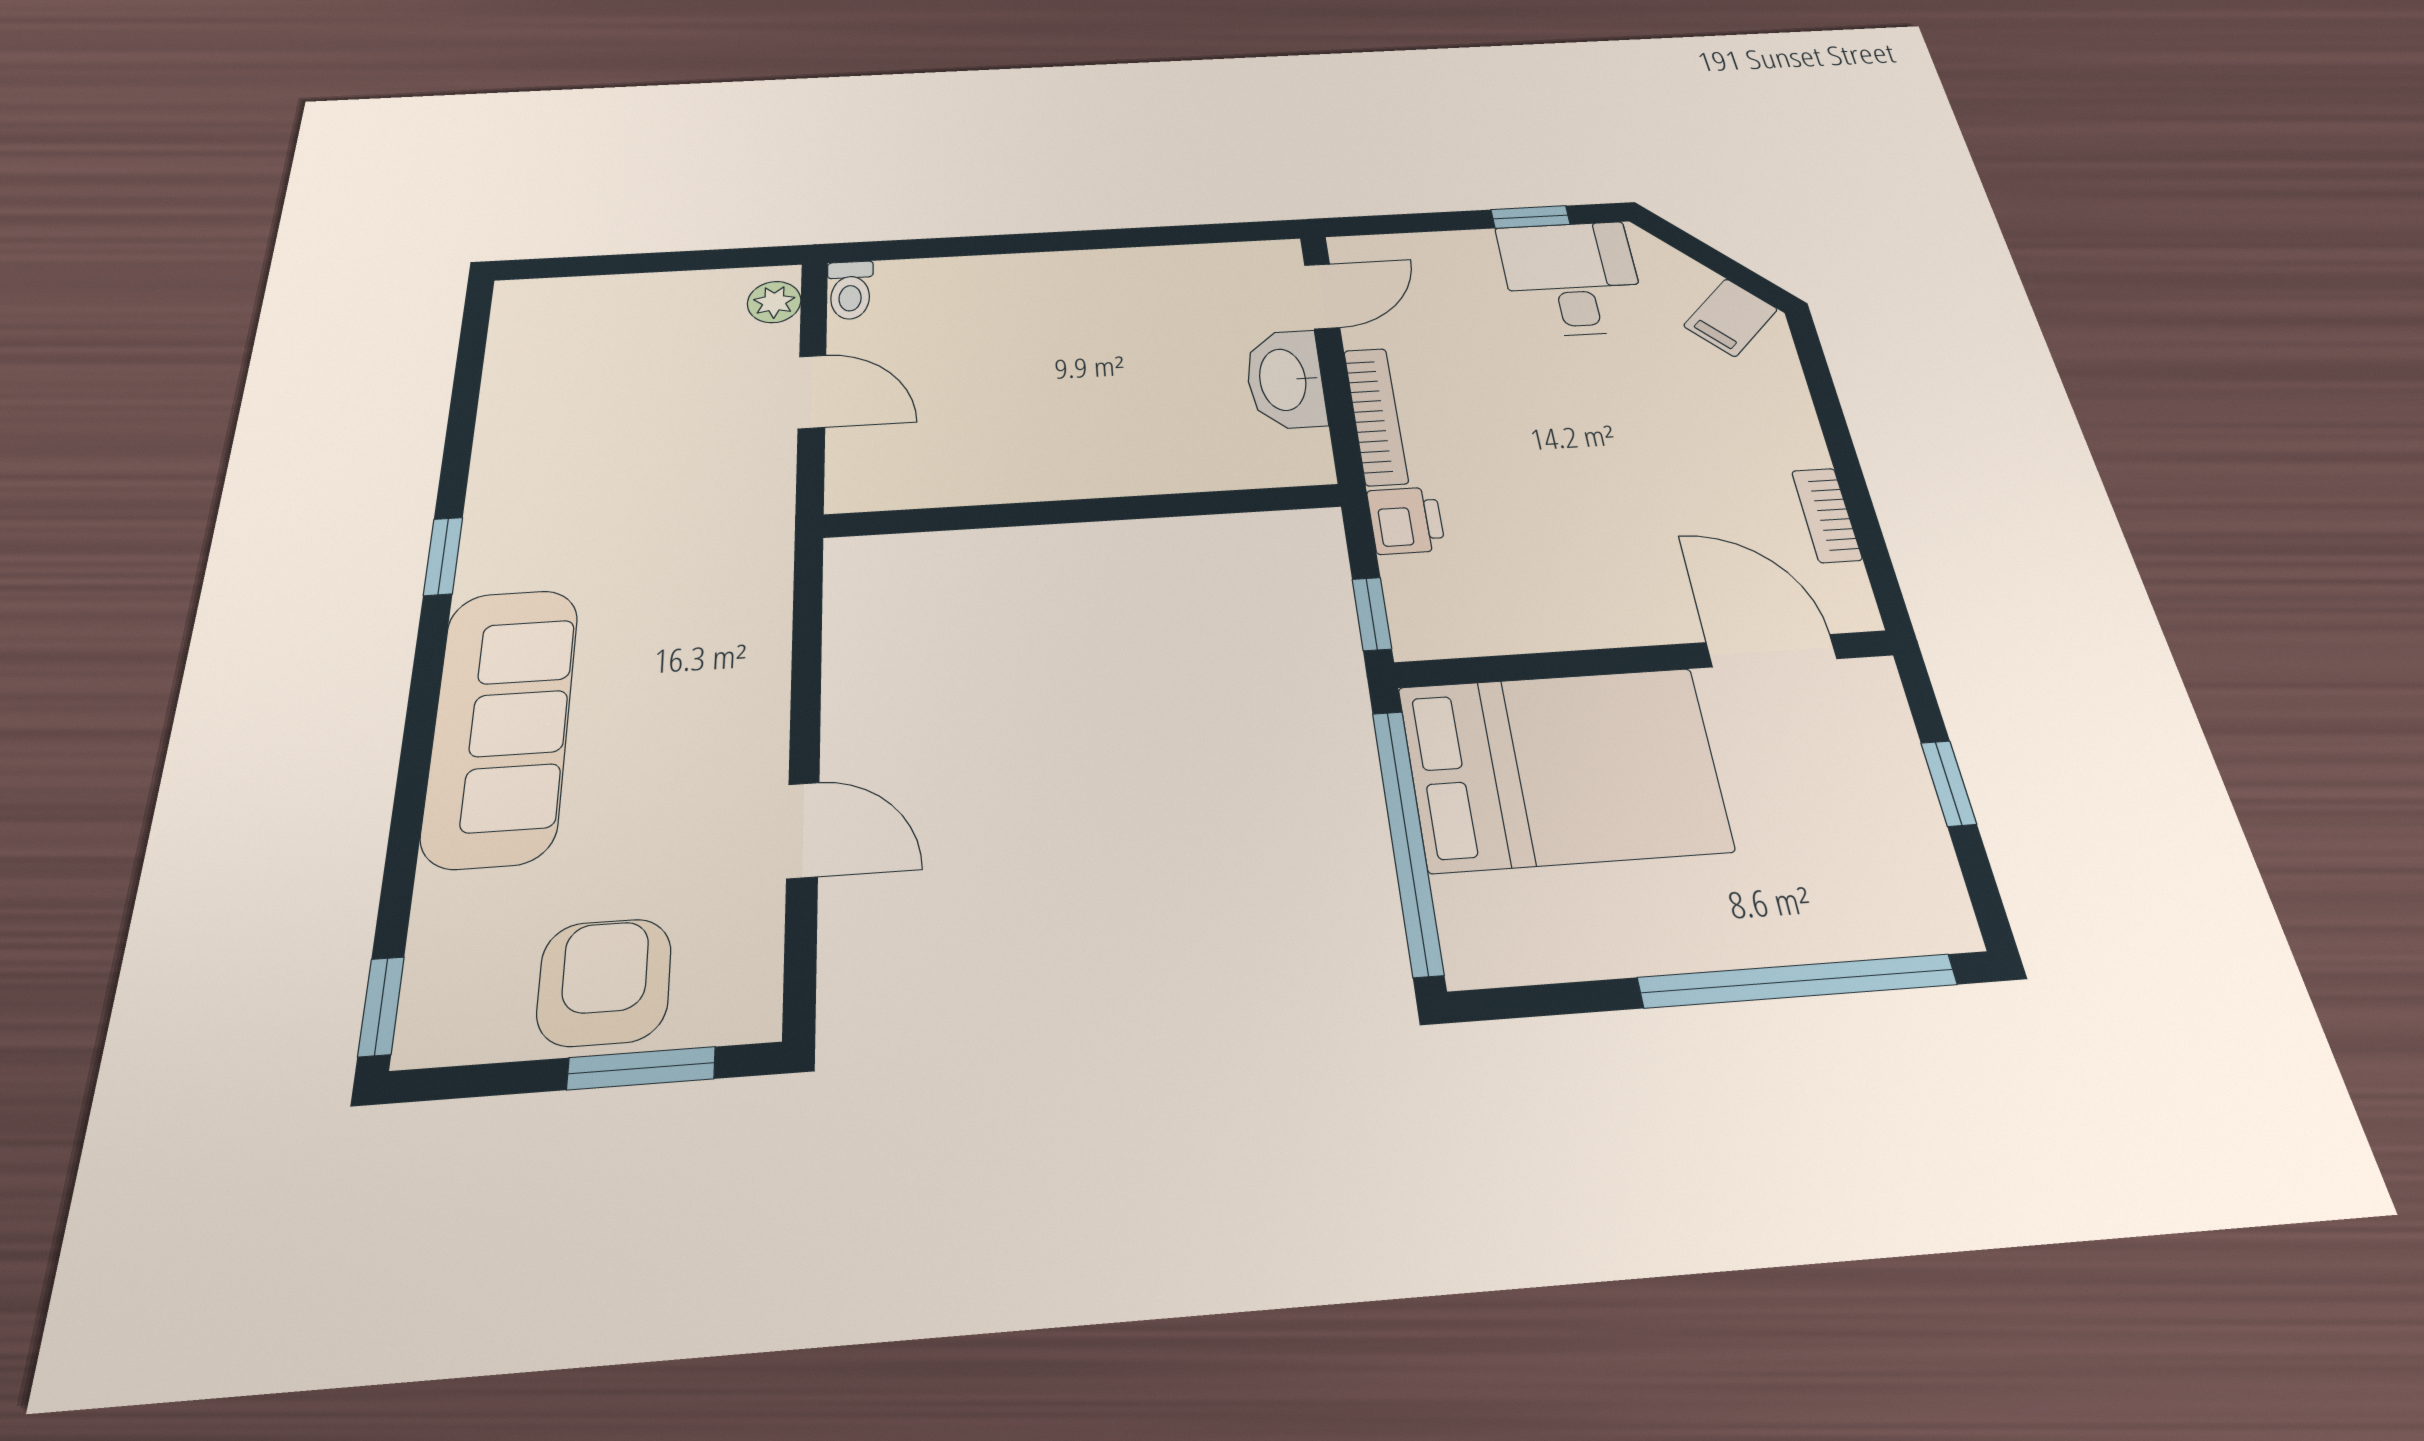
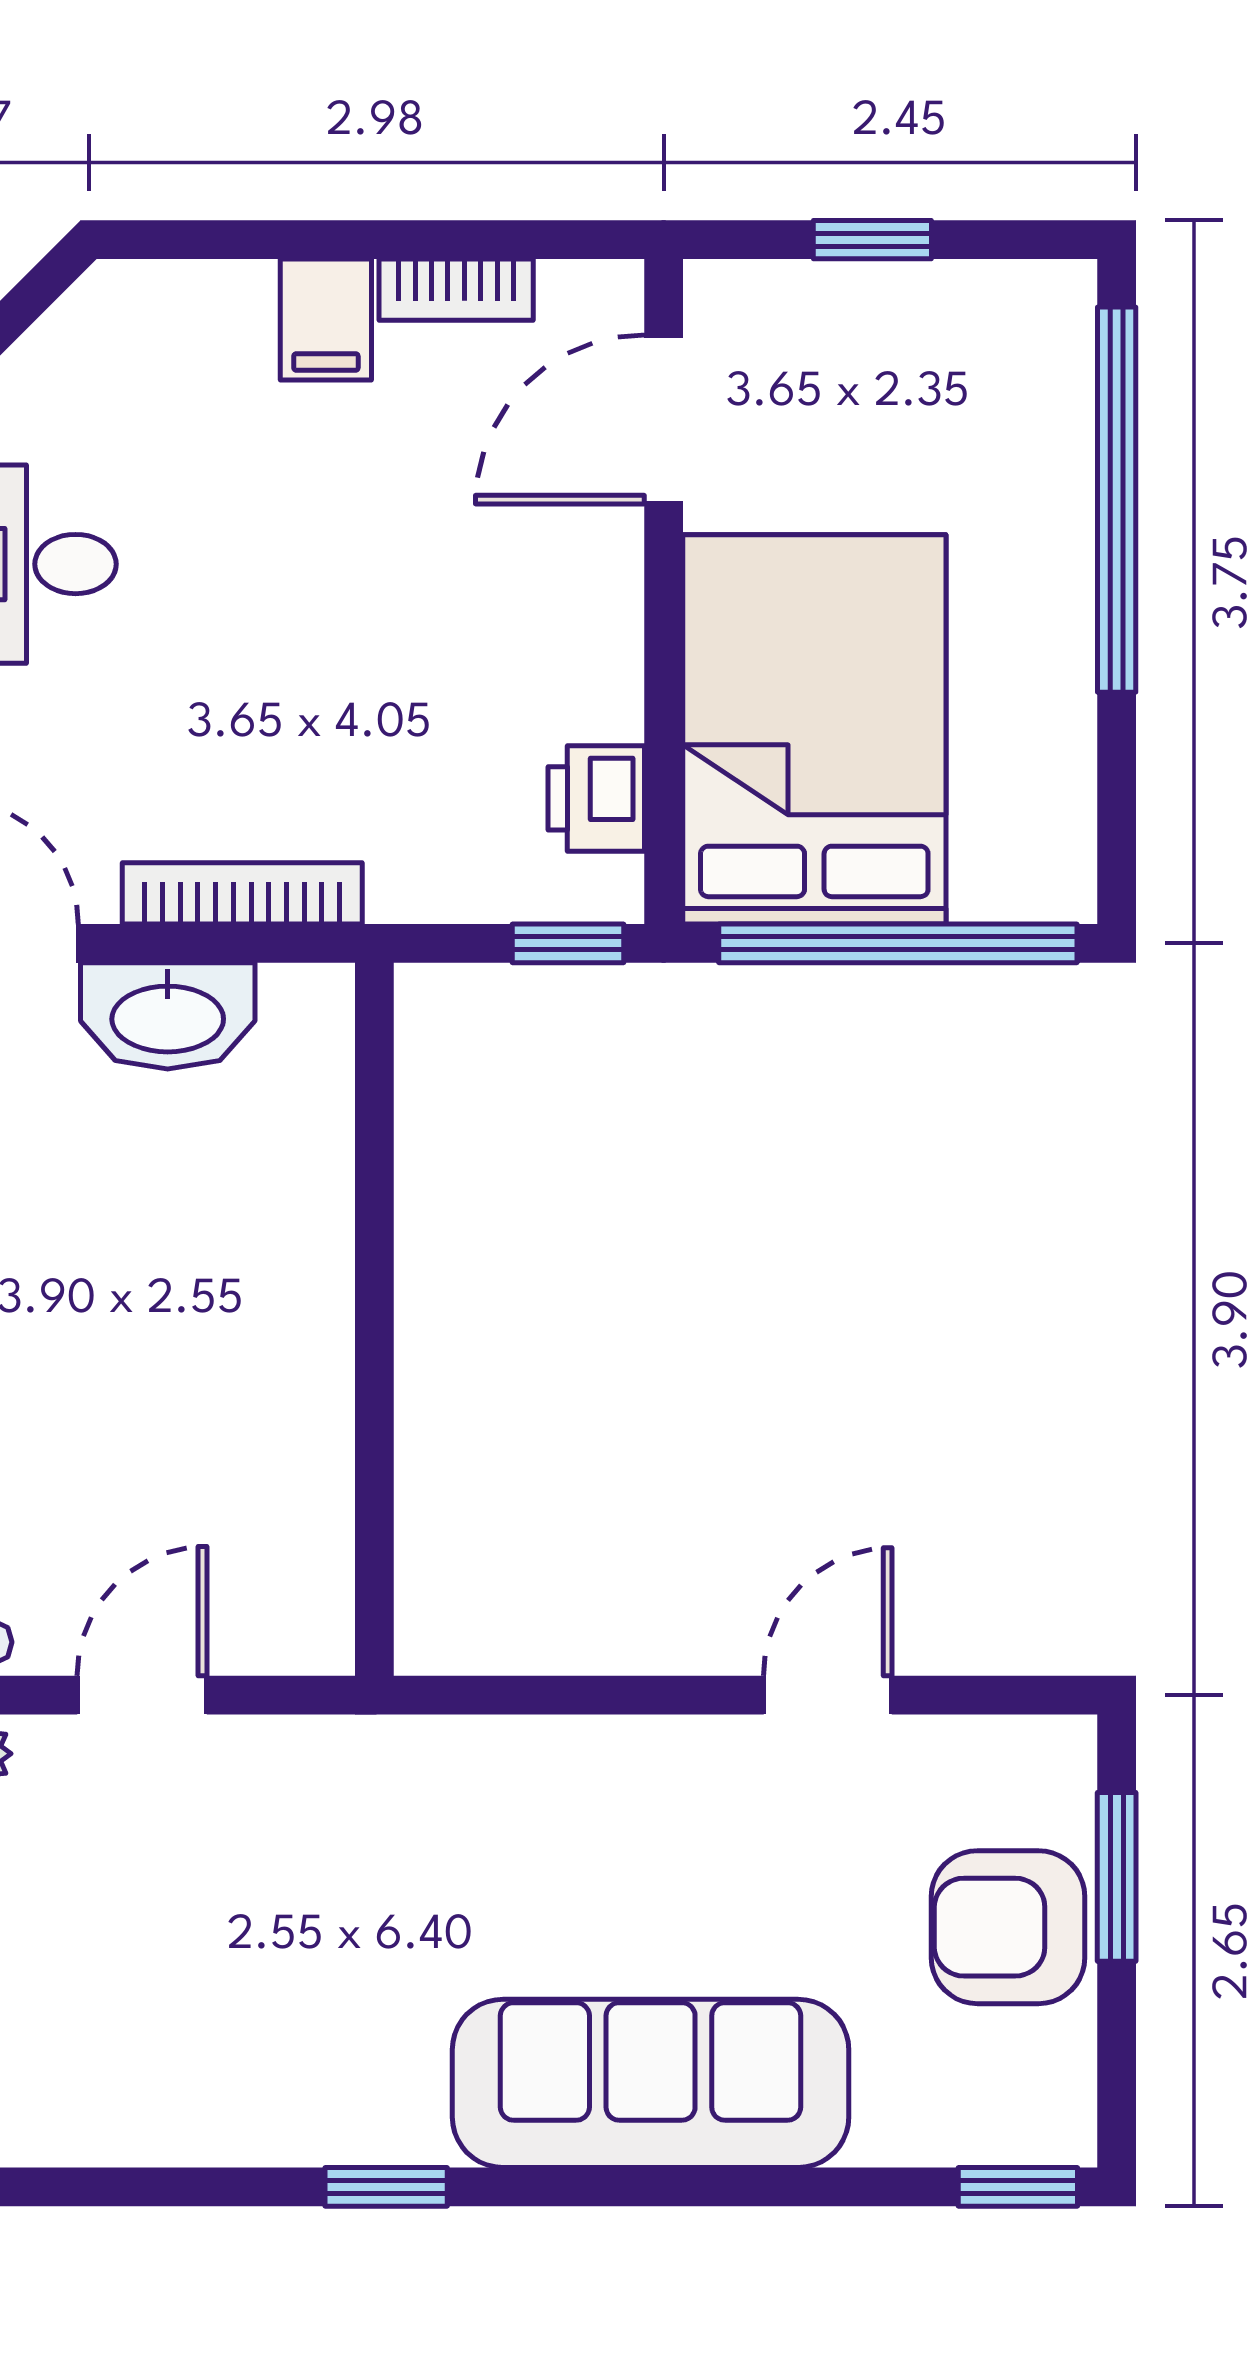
filing cabinet: (1731, 318) -> (326, 320), moved, turned 45
printer: (1406, 520) -> (596, 798), moved, turned -90

